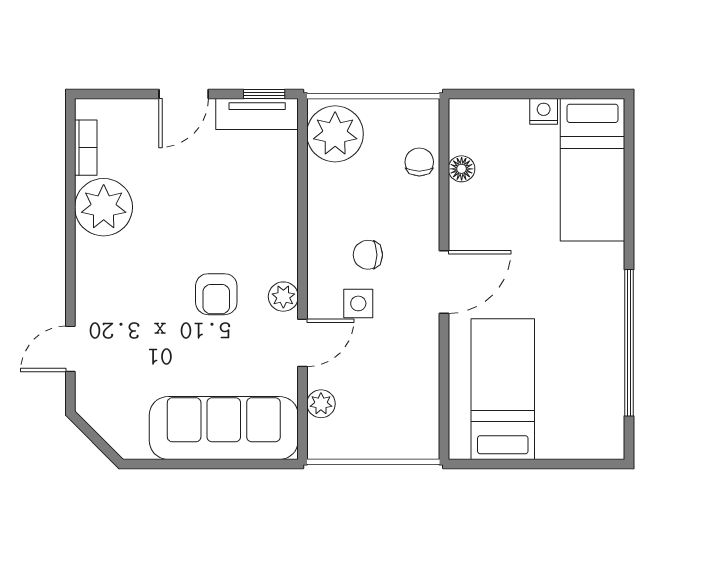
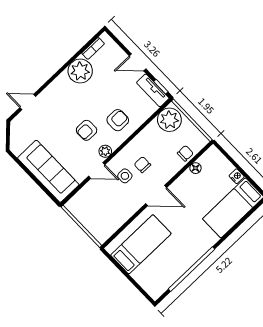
armchair: (250, 224) -> (118, 120), added
plant: (321, 404) -> (84, 194), removed

